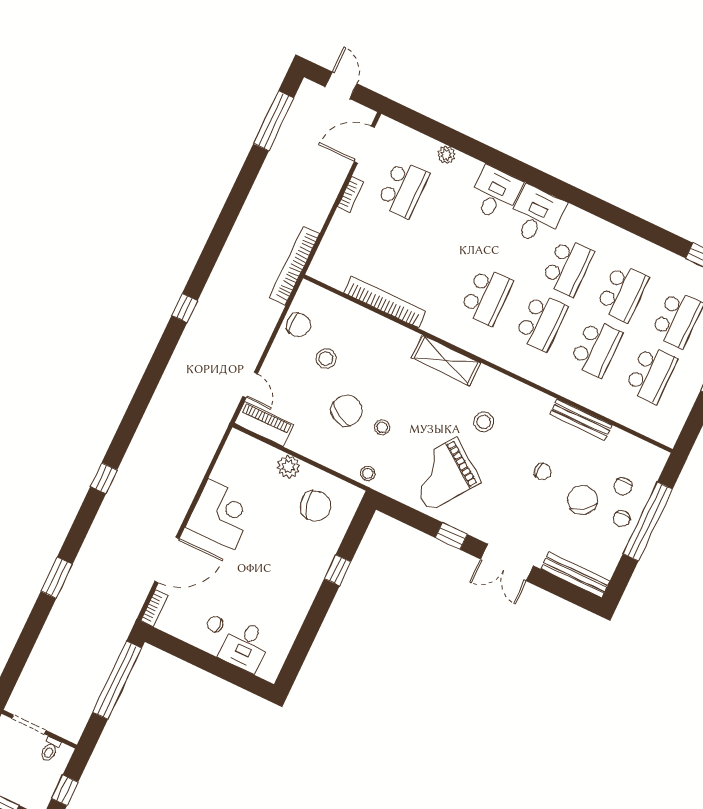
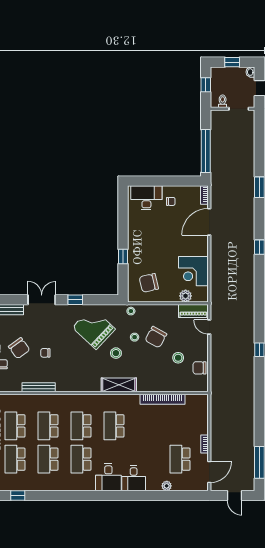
bookcase: (294, 266) -> (215, 396), removed
stool: (484, 422) -> (116, 353), moved
plant: (288, 467) -> (186, 296), moved
grand piano: (443, 474) -> (94, 328), turned -83
corner desk: (221, 514) -> (193, 271), moved
desk: (246, 646) -> (146, 198), width x1.37

